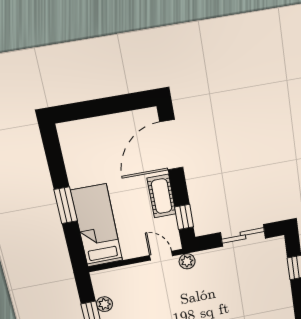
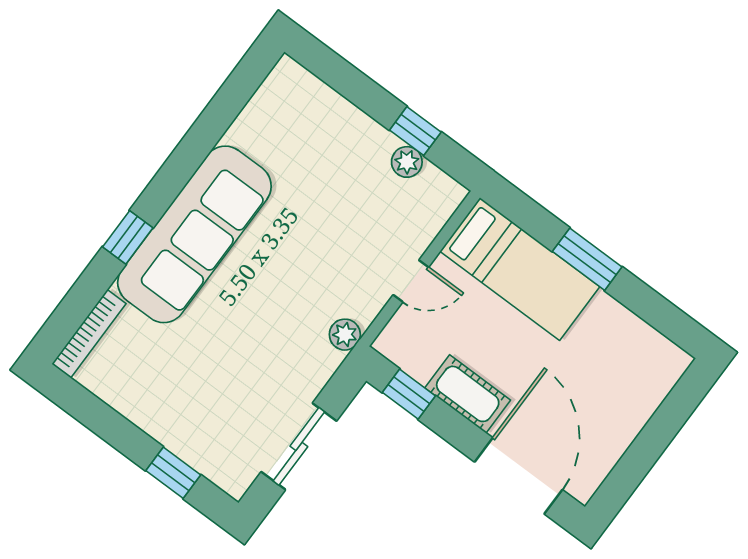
door: (161, 256) -> (411, 281), moved

